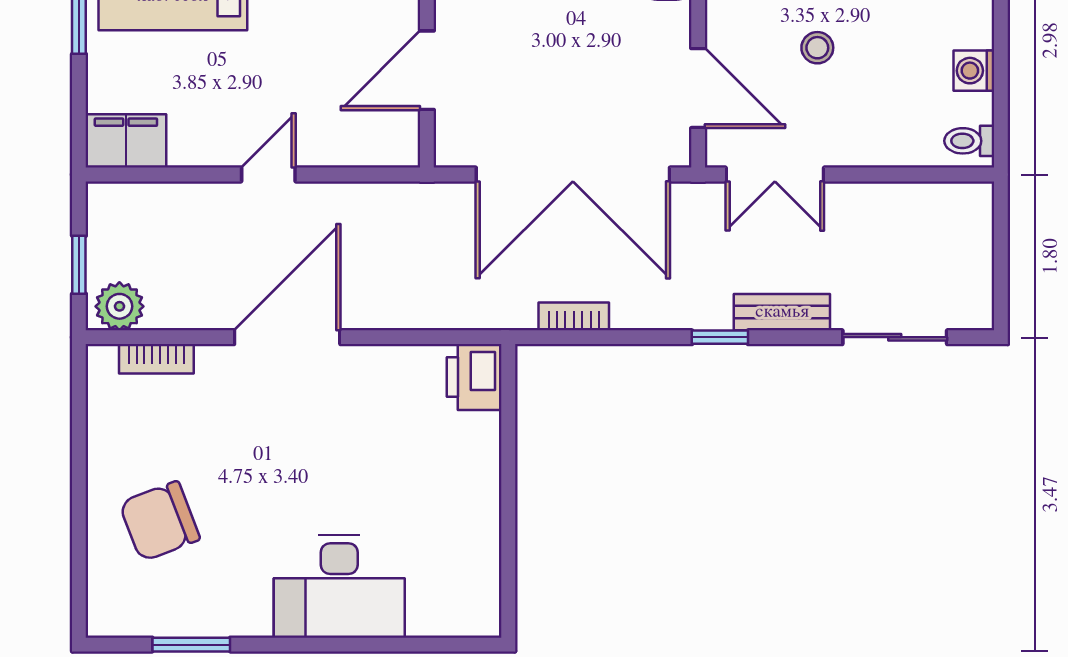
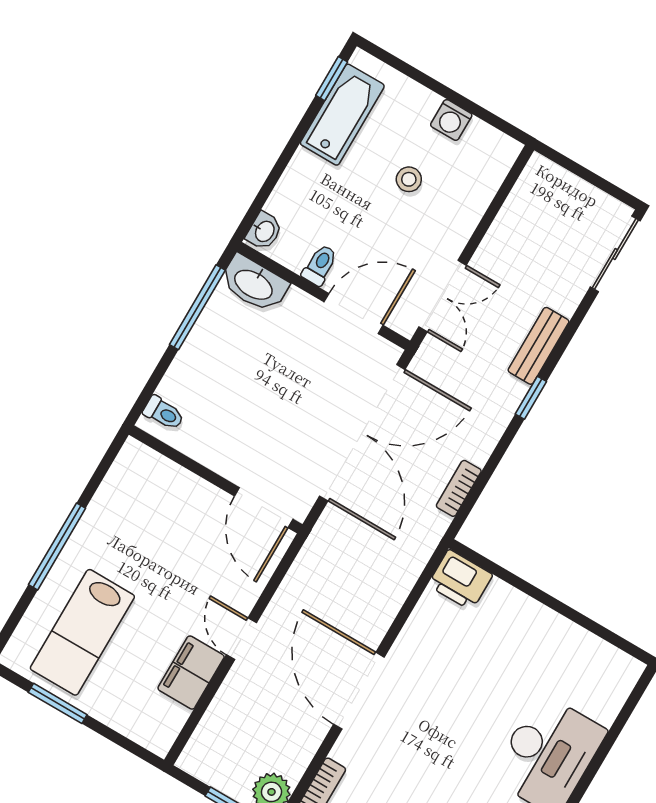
stool: (817, 48) -> (409, 179), moved
door: (427, 70) -> (264, 508), moved
filing cabinet: (126, 141) -> (191, 673), moved
toilet: (969, 141) -> (320, 265), moved, turned 180
sliding door: (895, 337) -> (615, 254), moved

